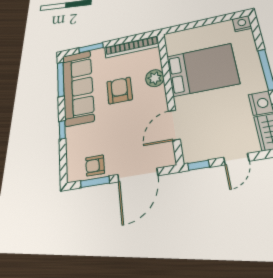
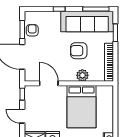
armchair: (120, 90) -> (79, 51), turned 180

